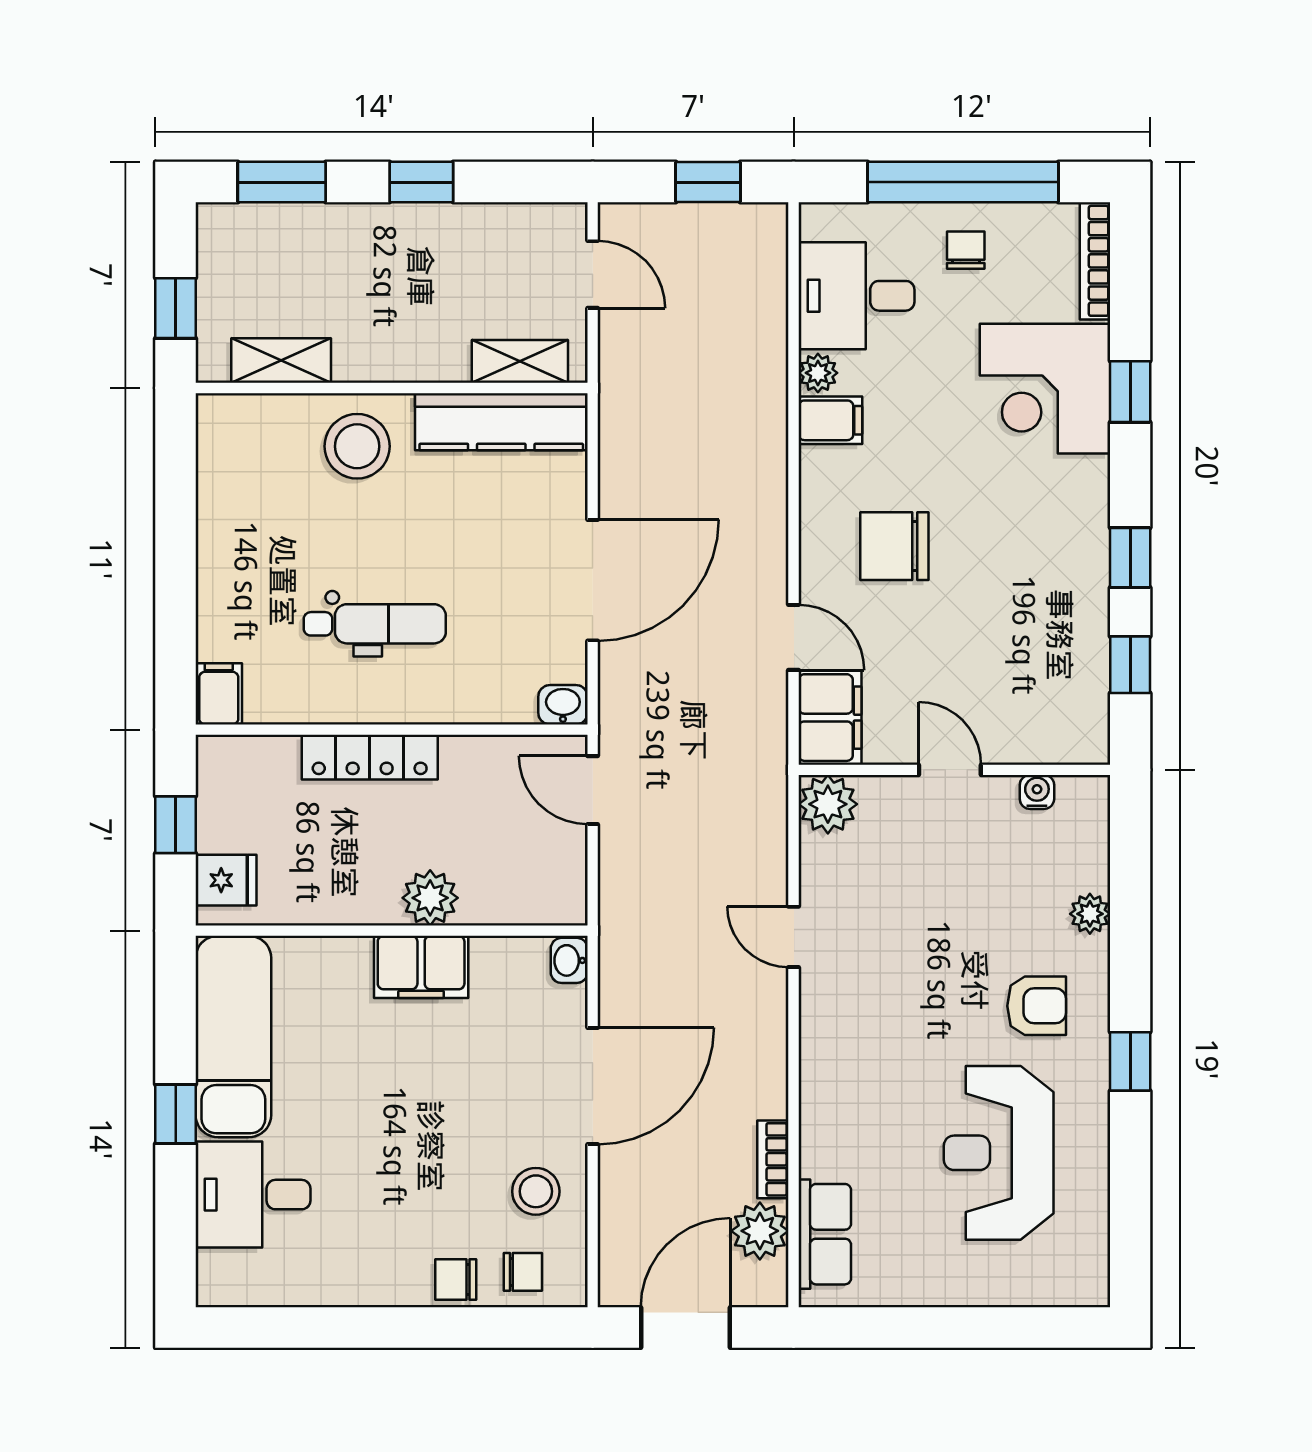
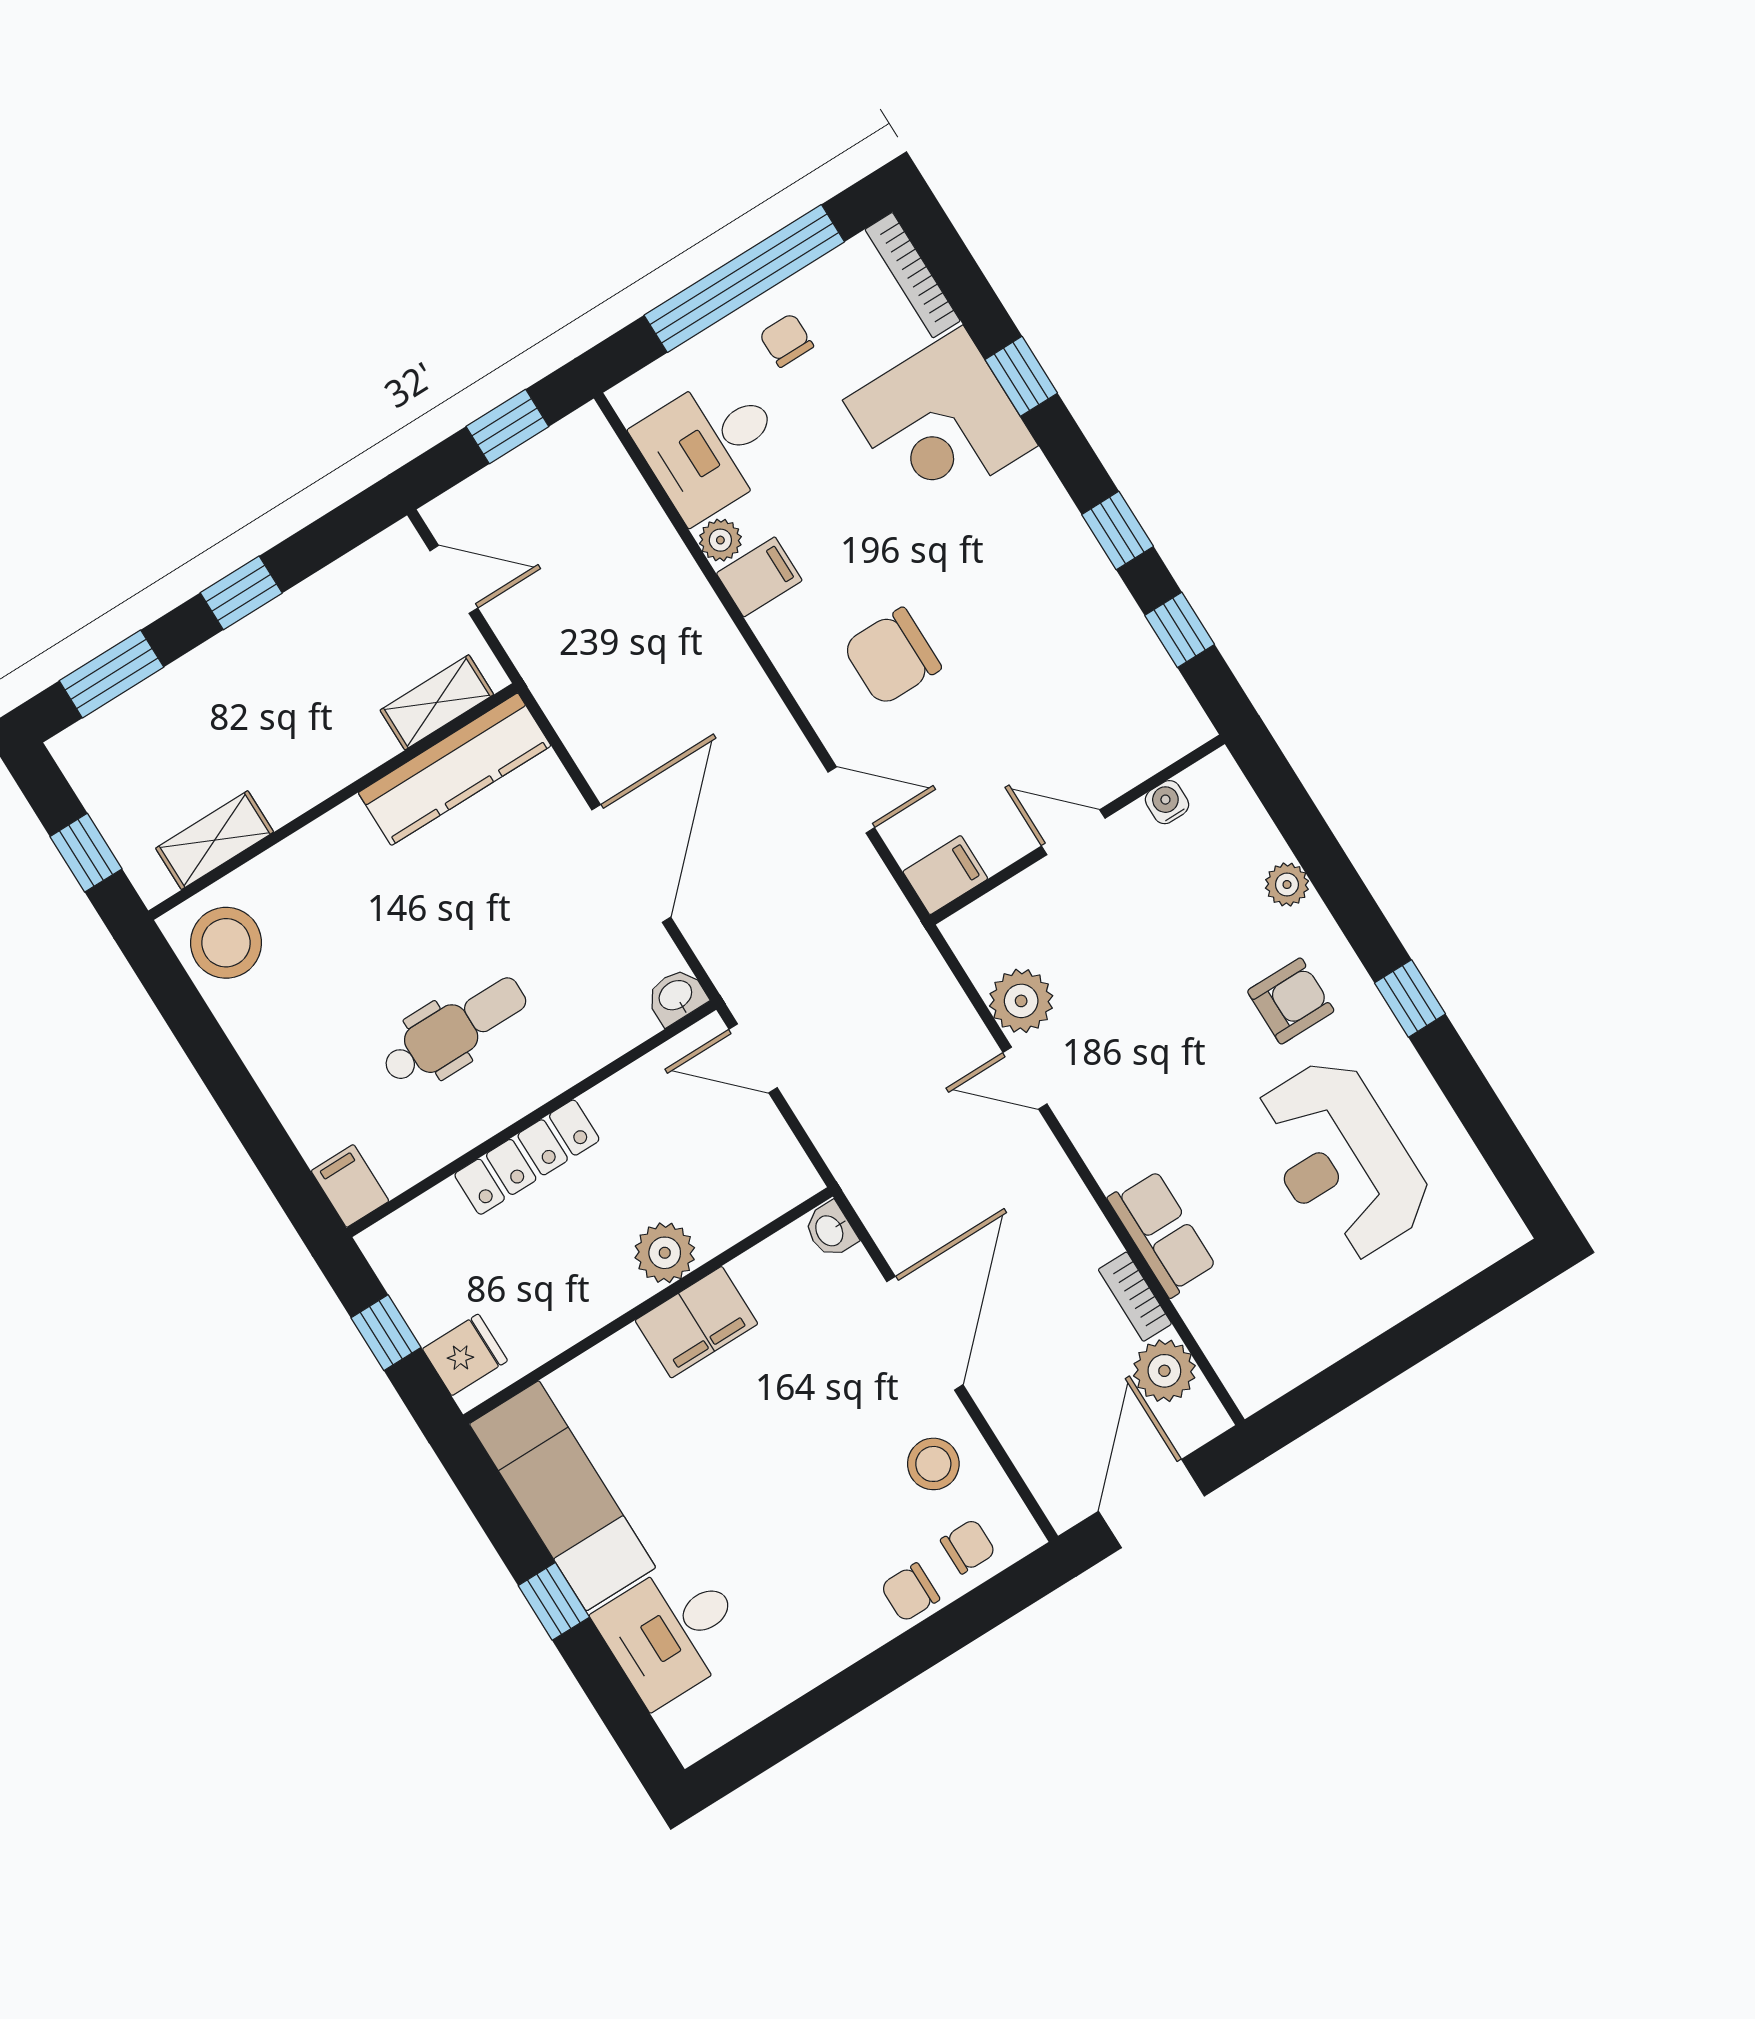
stool: (357, 446) -> (226, 943), moved
filing cabinet: (830, 718) -> (945, 875), width x0.50
plant: (828, 804) -> (1021, 1001), moved
row of seats: (825, 1234) -> (1162, 1233), moved

